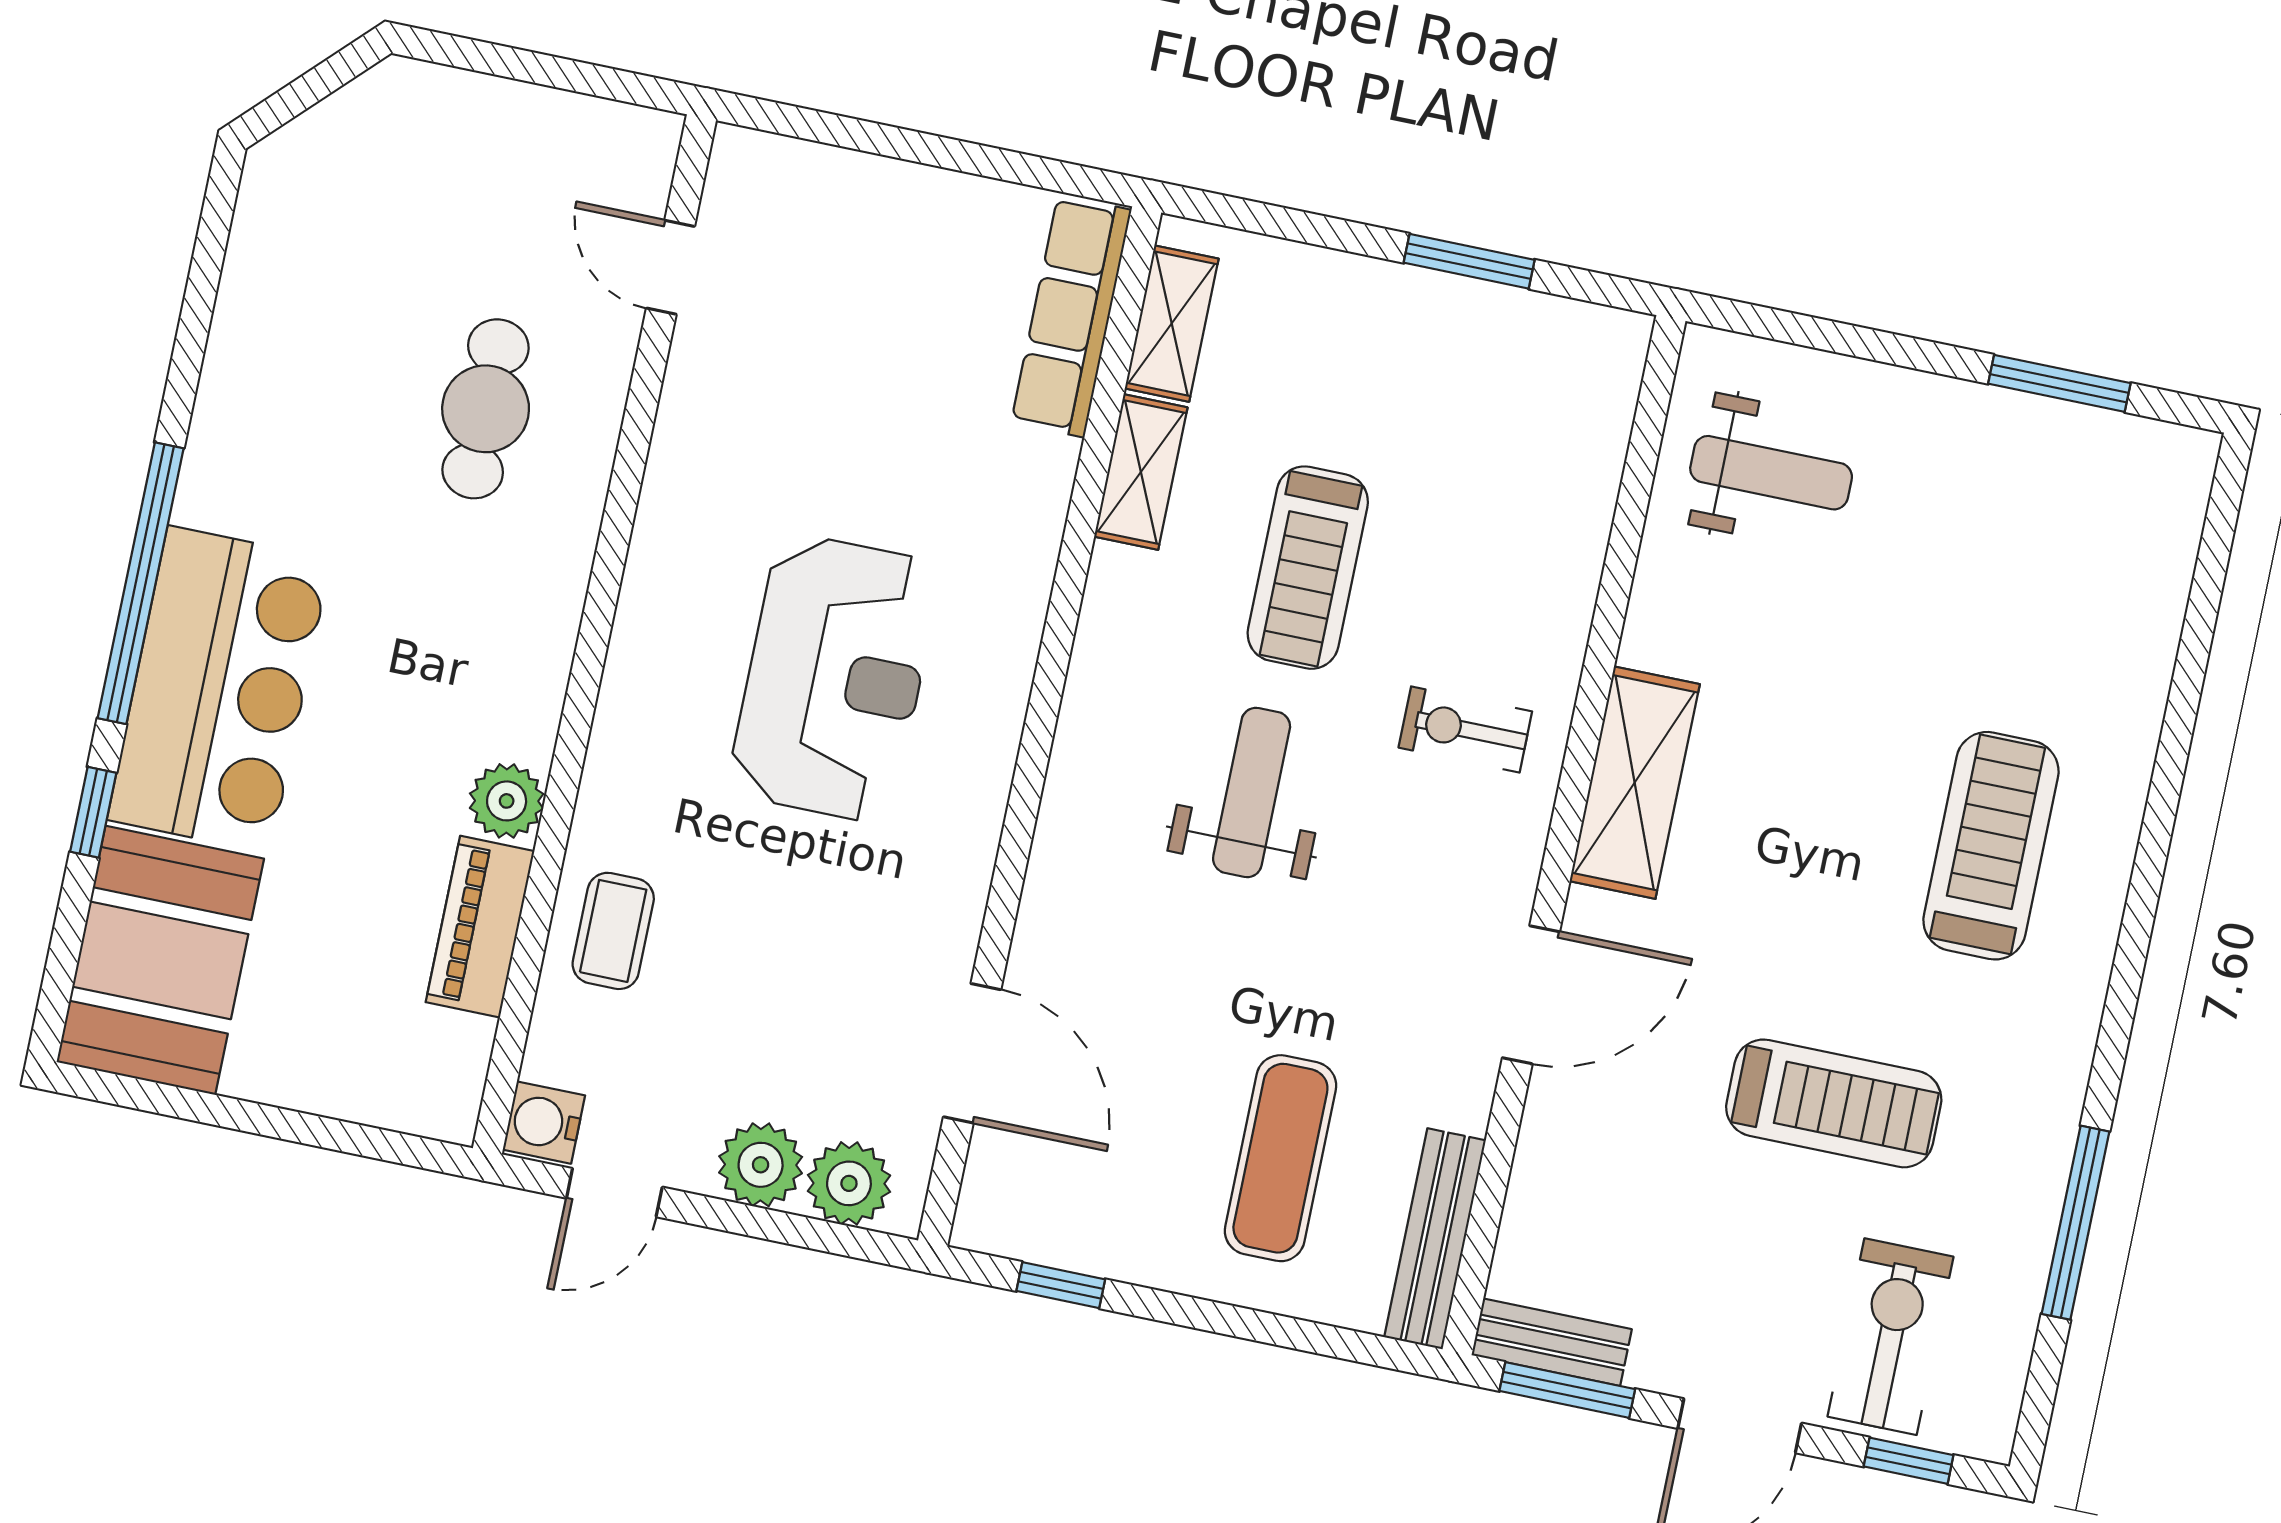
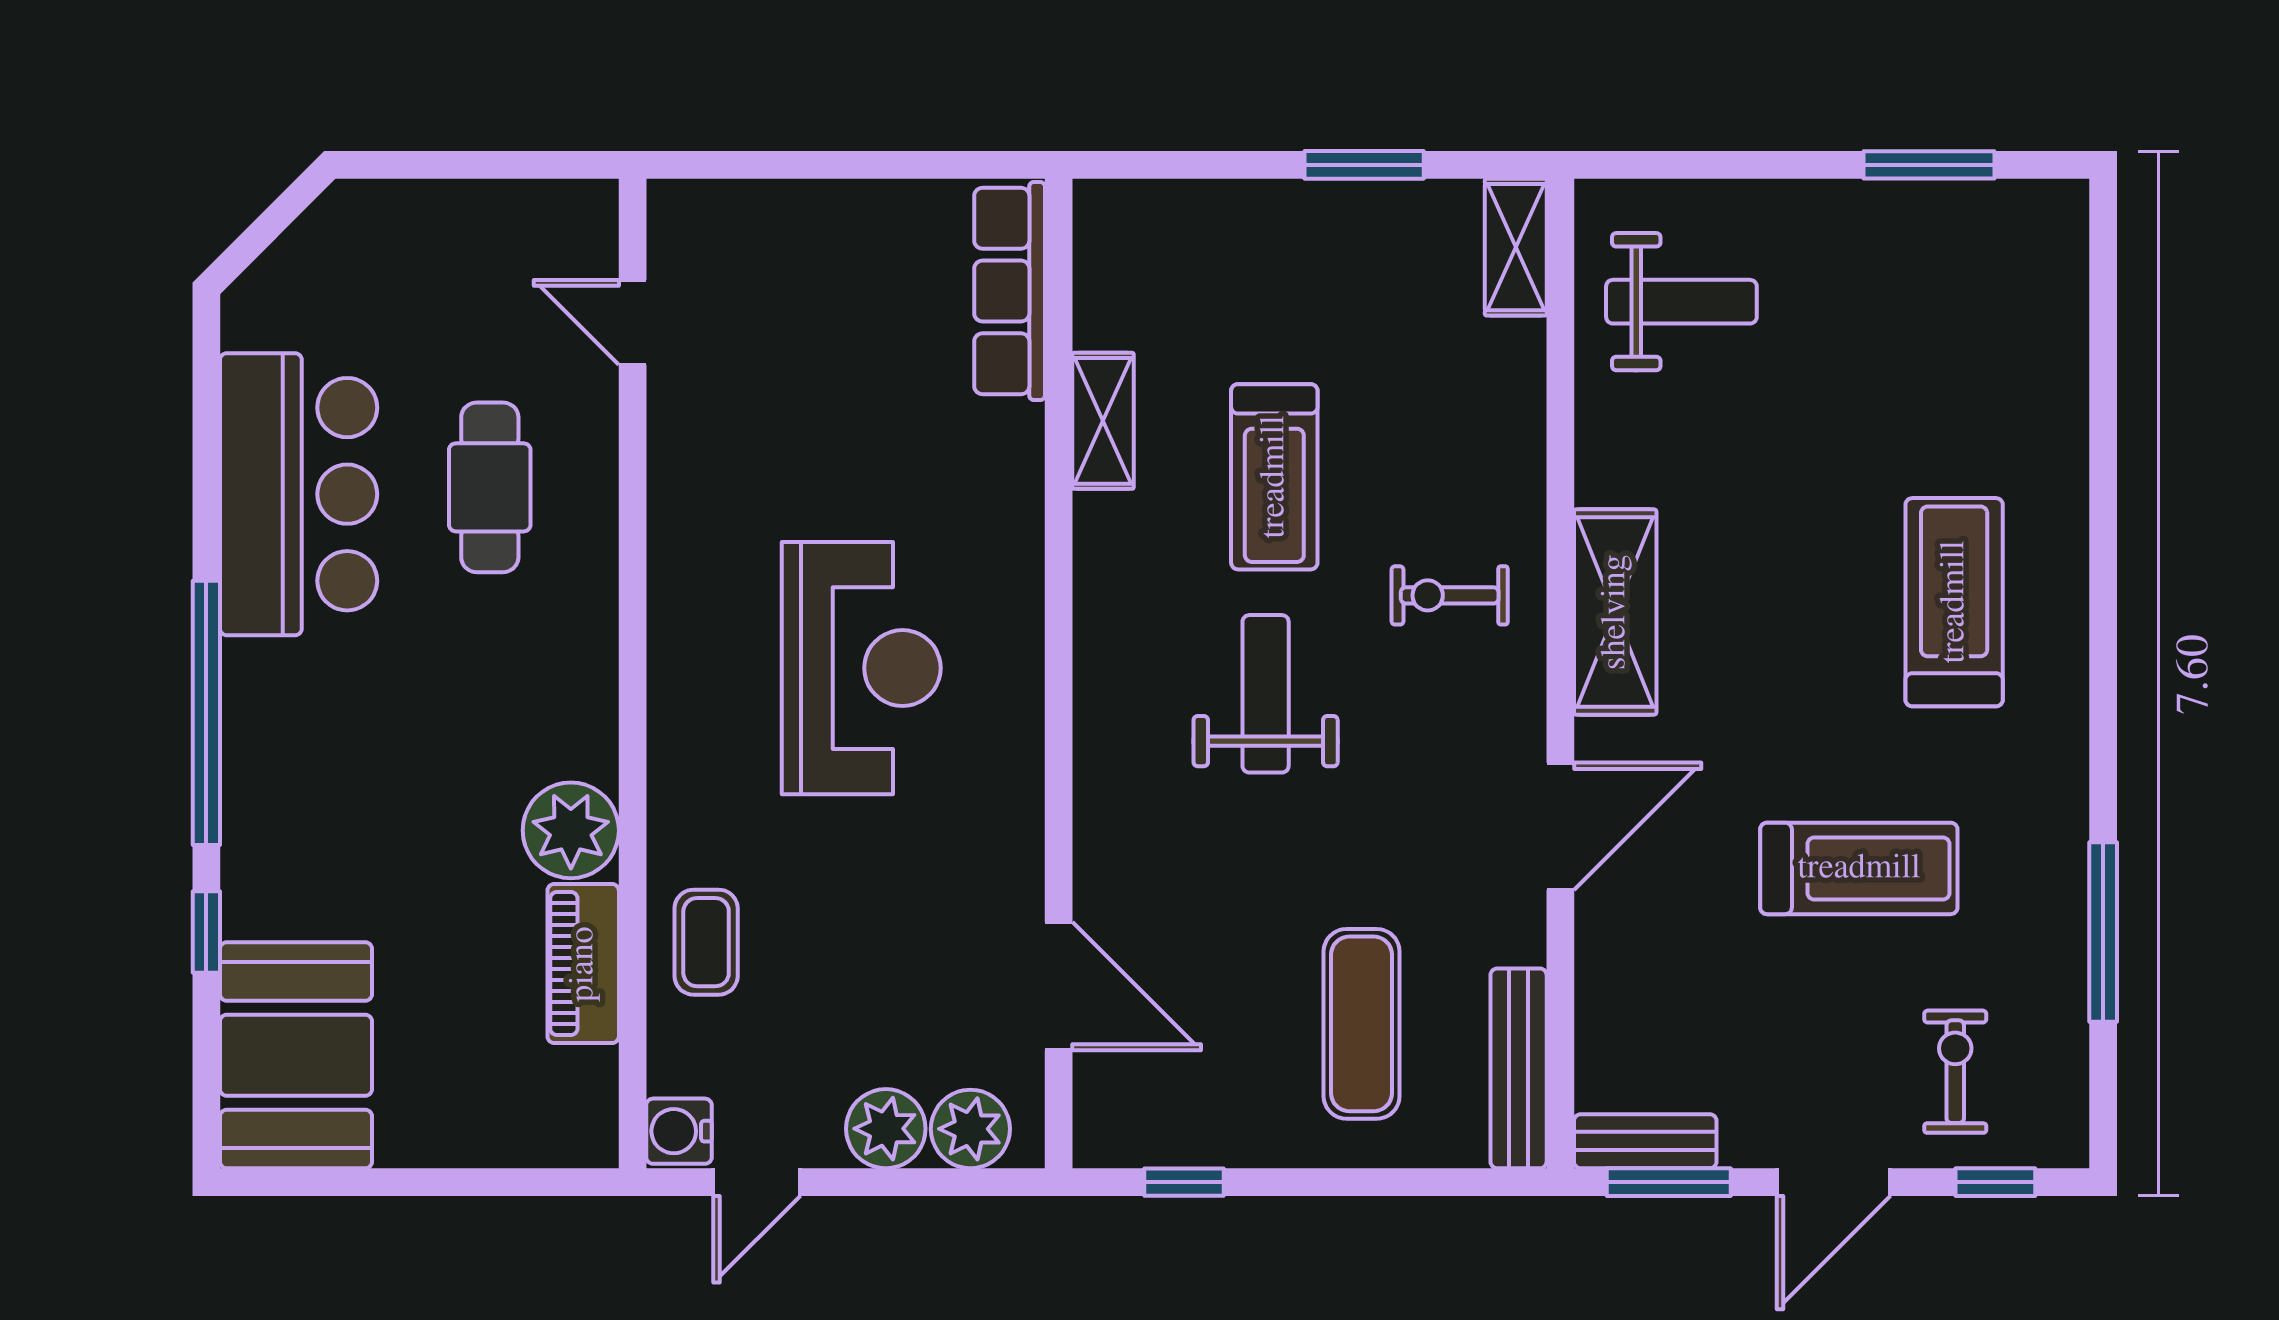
shelving: (1172, 324) -> (1516, 247), moved
bar counter: (219, 689) -> (299, 494), moved
plant: (507, 801) -> (571, 830), width x1.36, depth x1.36
exercise bike: (1891, 1337) -> (1955, 1072), width x0.73, depth x0.72

